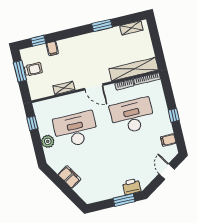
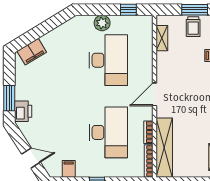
shelving: (64, 88) -> (162, 38), moved
filing cabinet: (69, 177) -> (32, 52), moved

